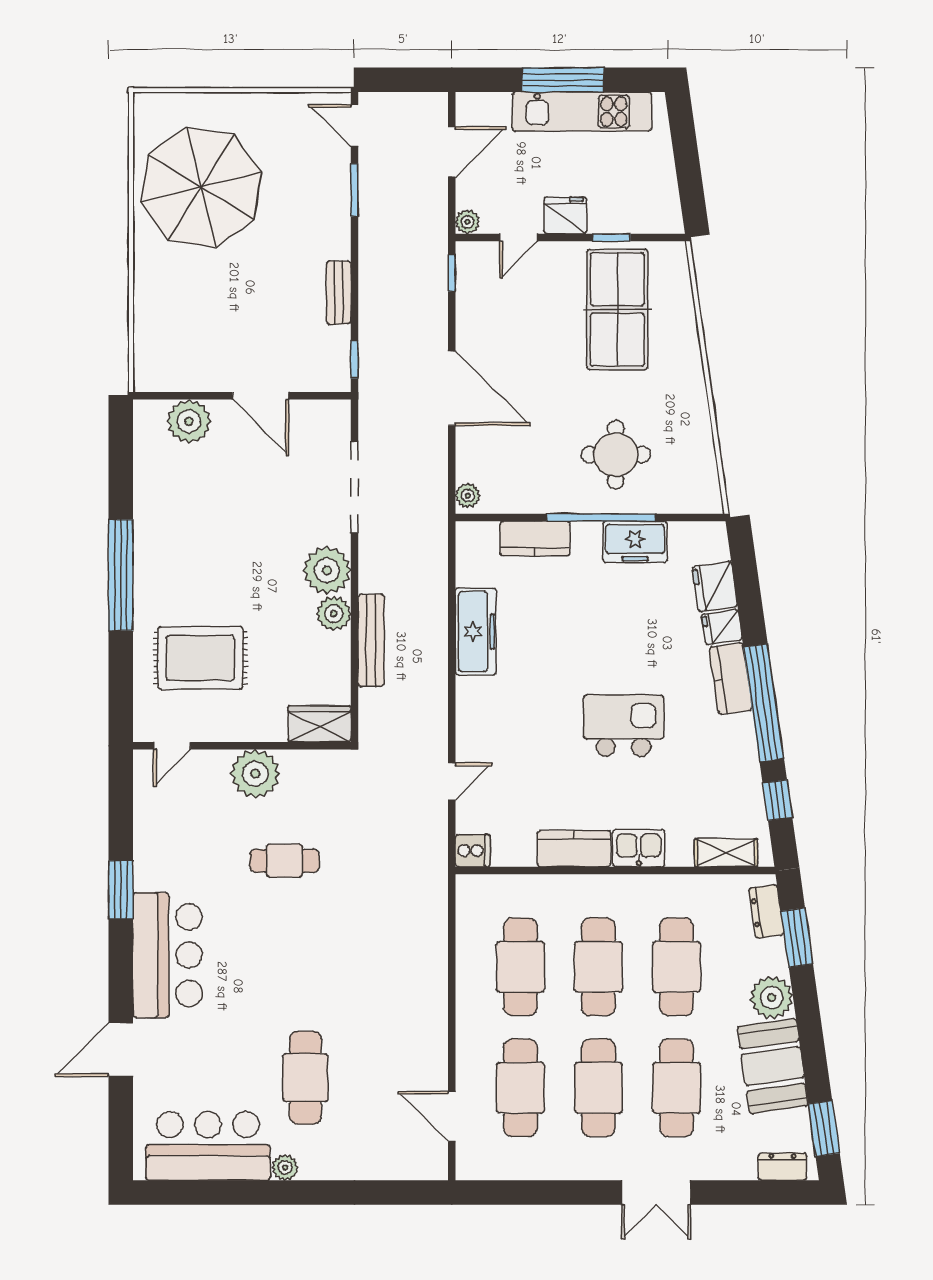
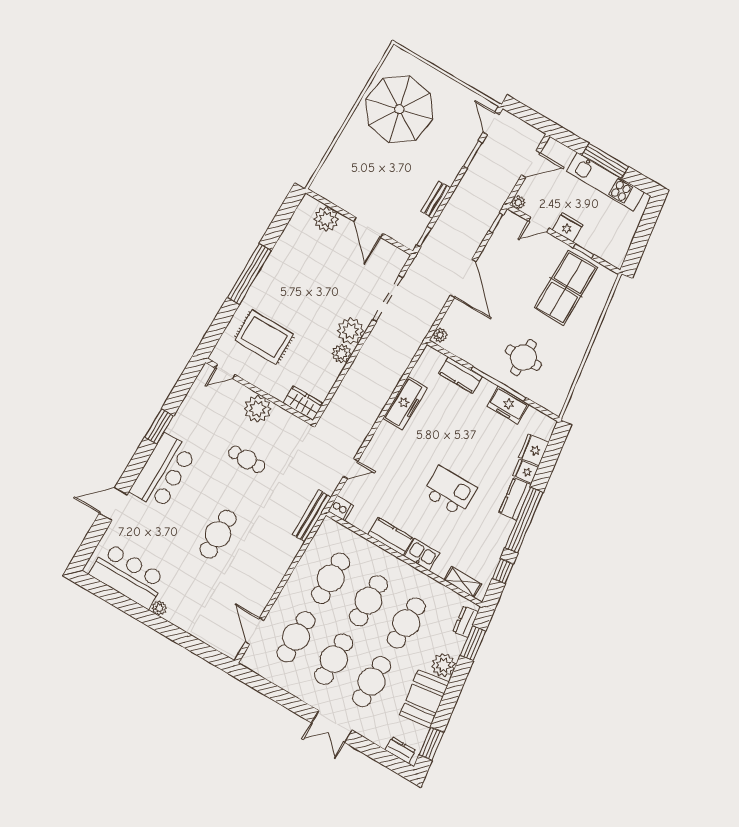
bench: (371, 640) -> (312, 516), moved
cafe table: (305, 1078) -> (218, 534), moved

